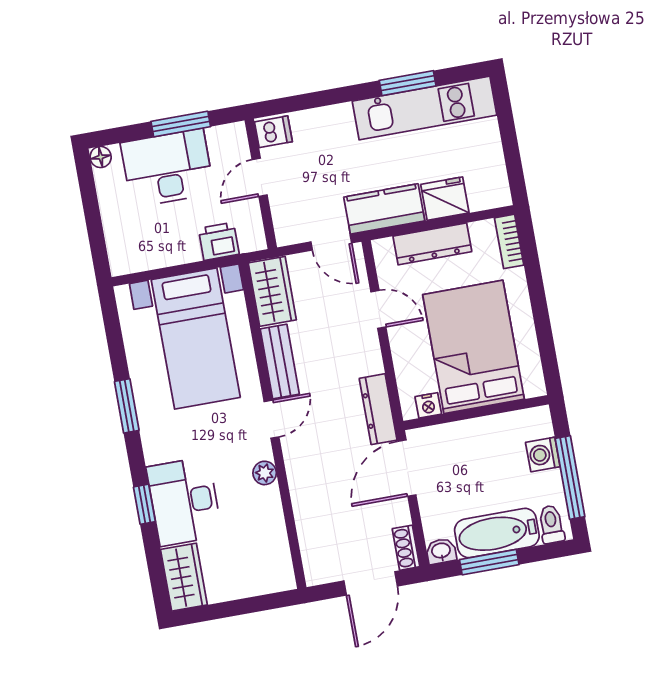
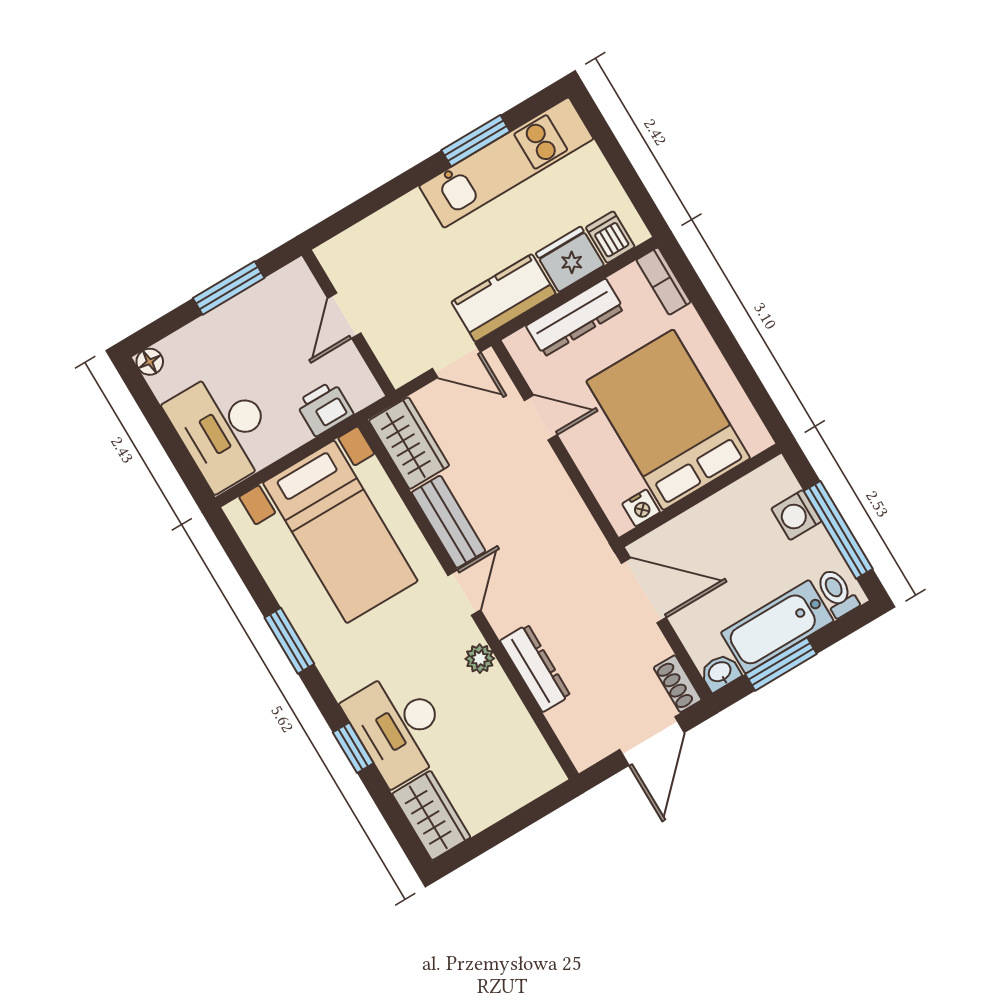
dishwasher: (273, 132) -> (610, 237), moved, turned -90
desk: (167, 168) -> (223, 429), moved, turned -90
dresser: (378, 409) -> (535, 668), moved, turned 180
door: (407, 468) -> (644, 590), swing flipped

